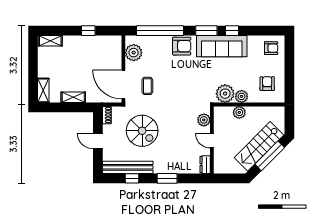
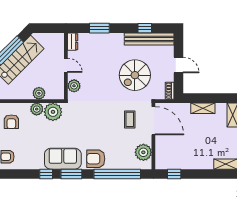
window: (88, 31) -> (174, 174), moved
sofa: (222, 46) -> (63, 159), width x0.73
spiral stairs: (142, 131) -> (135, 75), turned -90
window: (167, 178) -> (99, 28), moved

